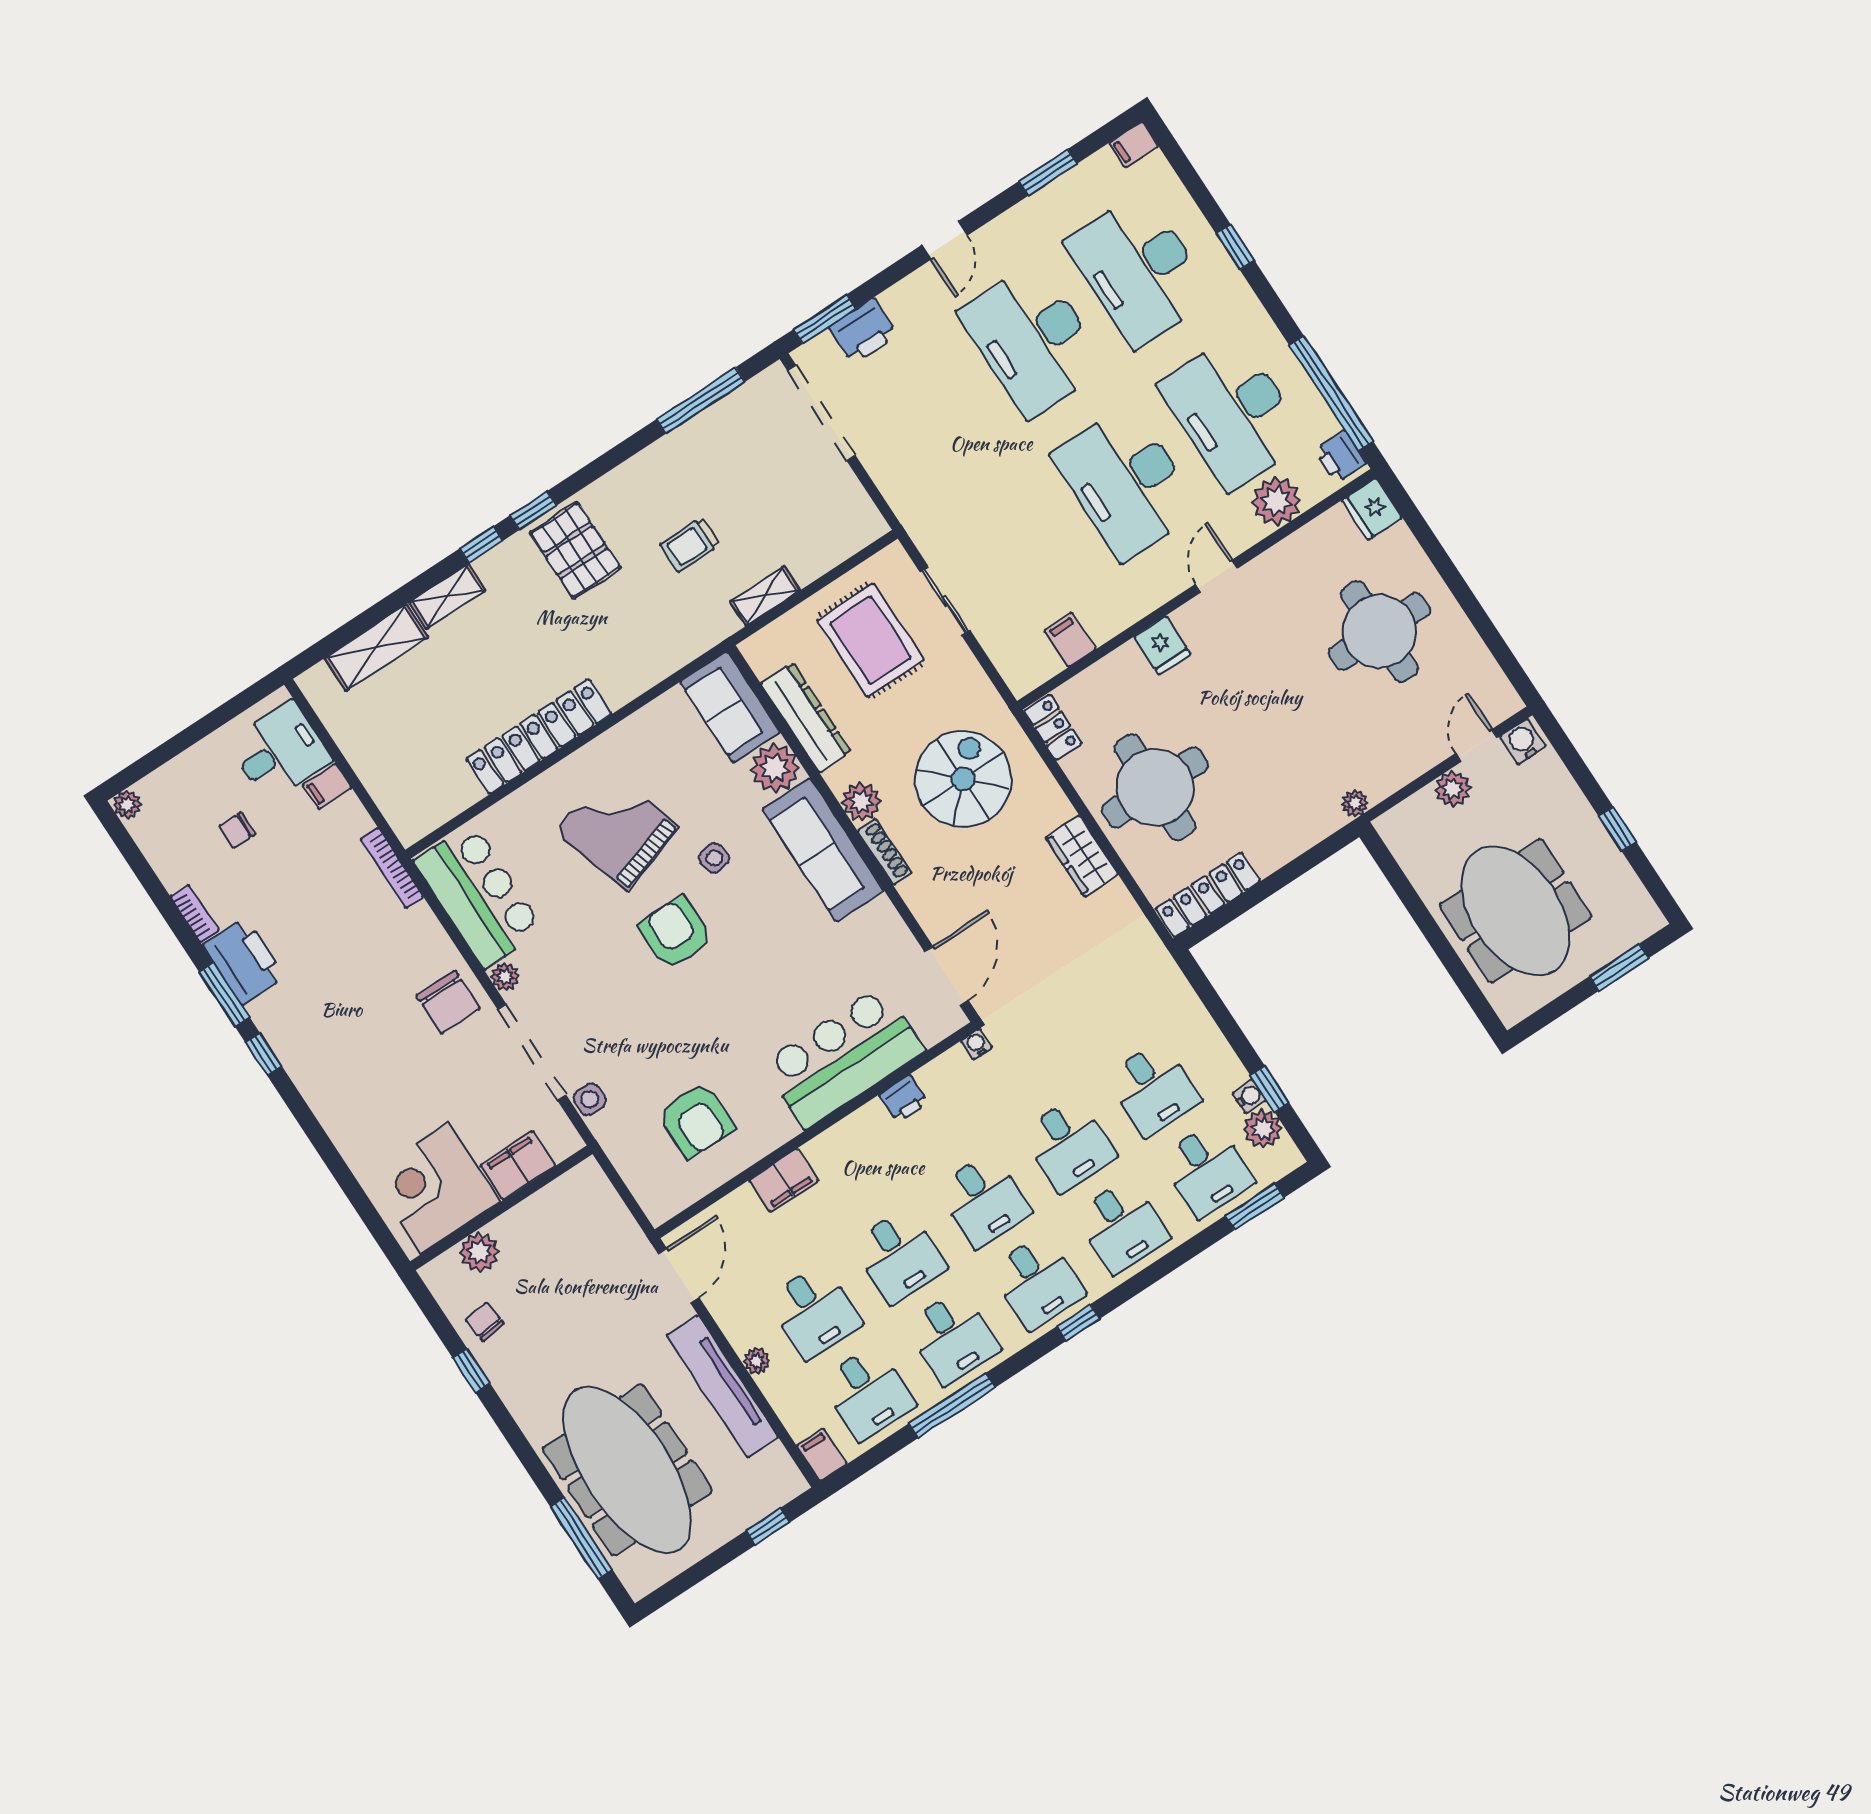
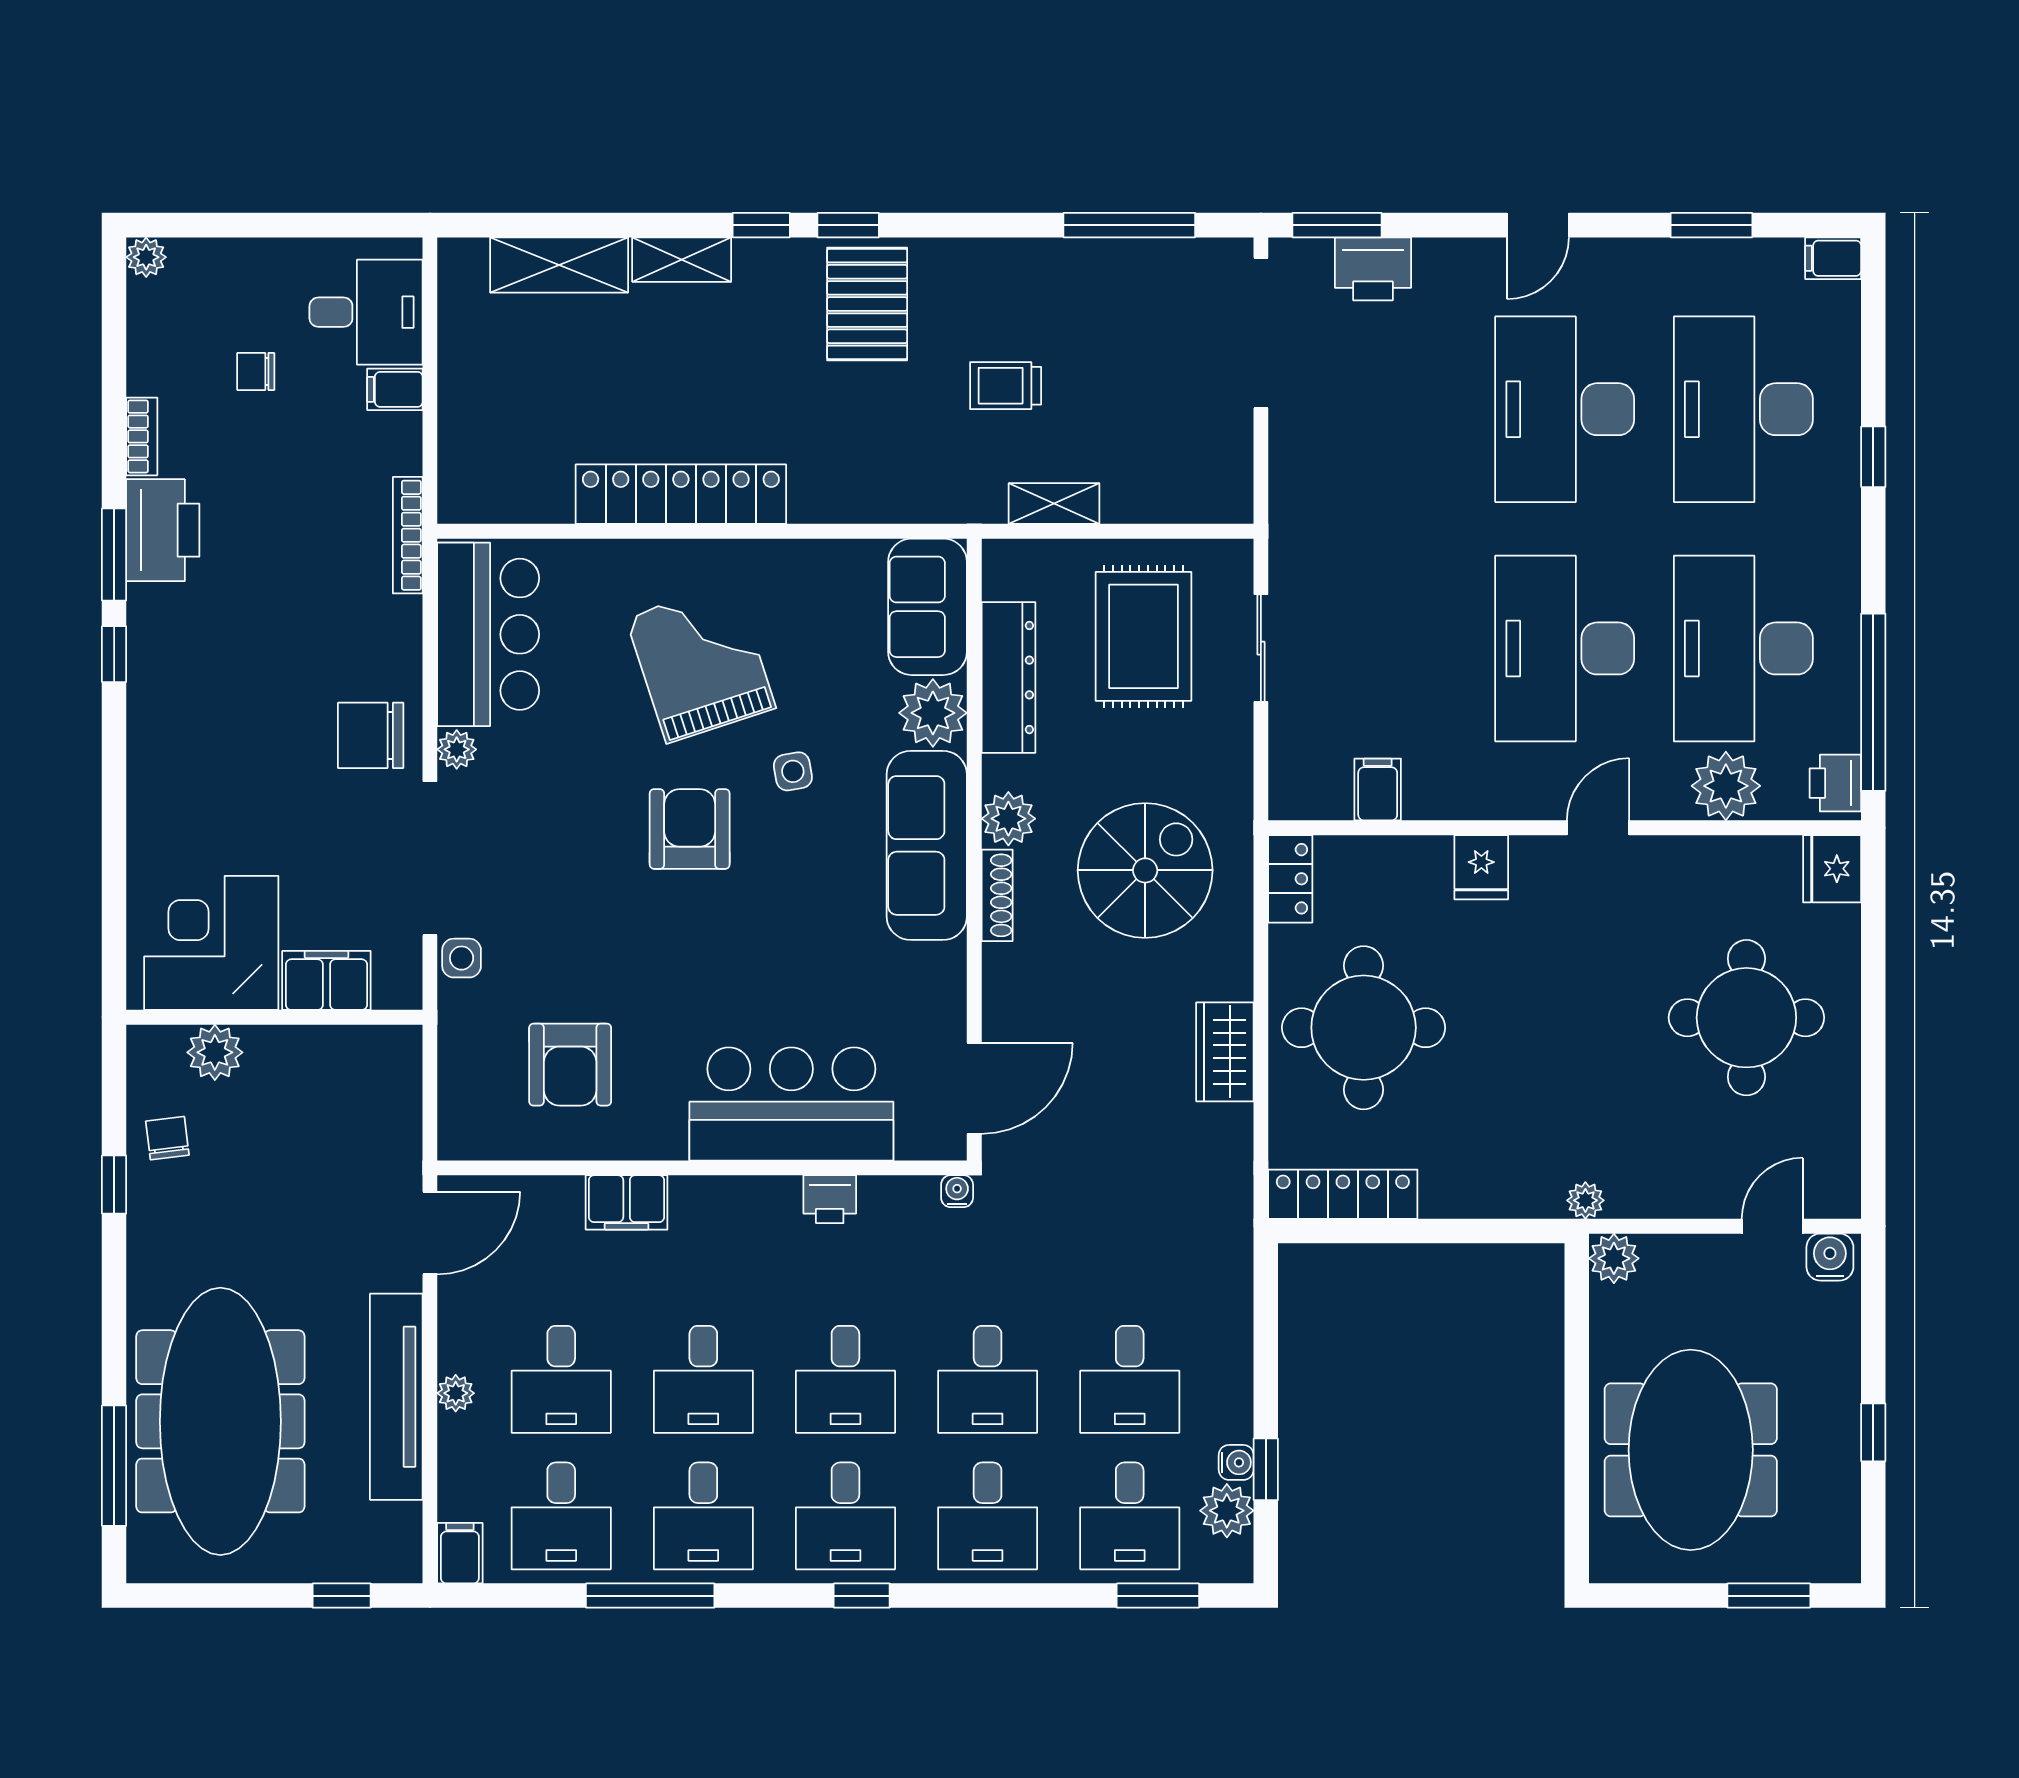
plant: (1453, 789) -> (1614, 1258), moved
chair: (448, 1002) -> (371, 735), turned 90

